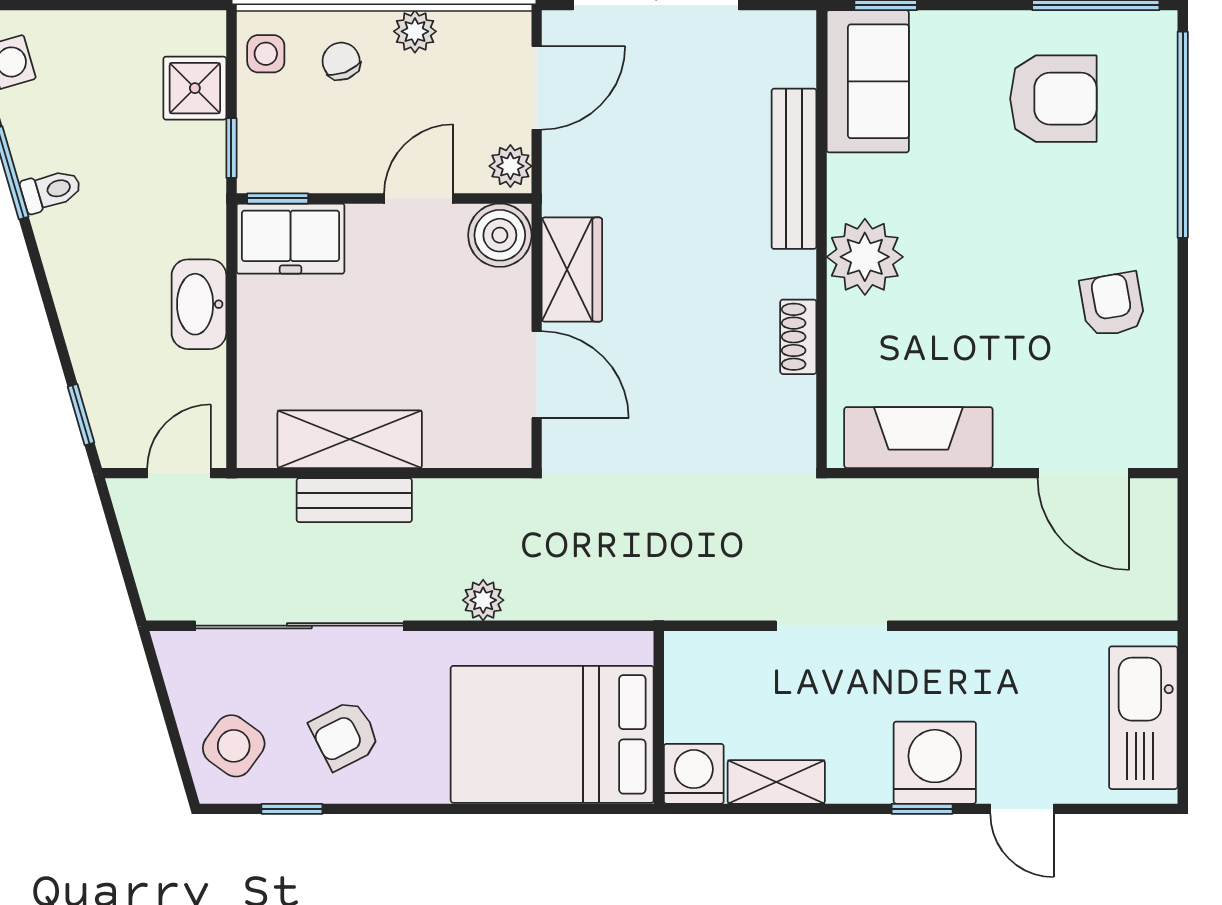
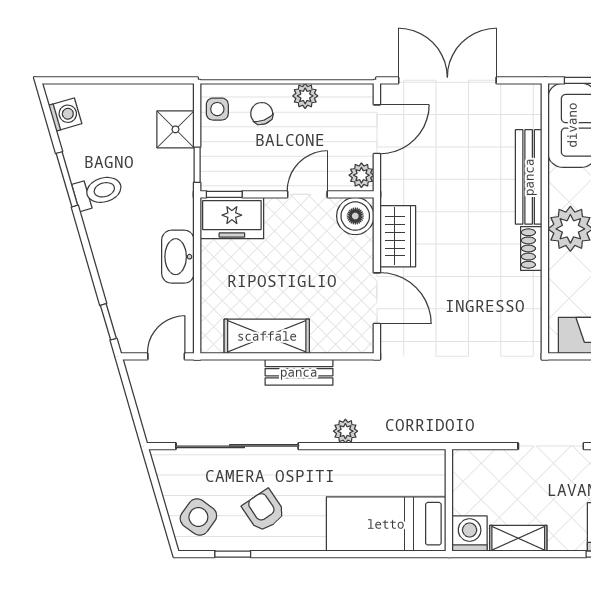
toilet: (51, 191) -> (98, 192), width x1.37, depth x1.39
shoe rack: (798, 337) -> (531, 249), moved
bench: (354, 500) -> (299, 372), moved
bed: (552, 734) -> (386, 524), width x0.67
armchair: (345, 735) -> (264, 511), turned 83

